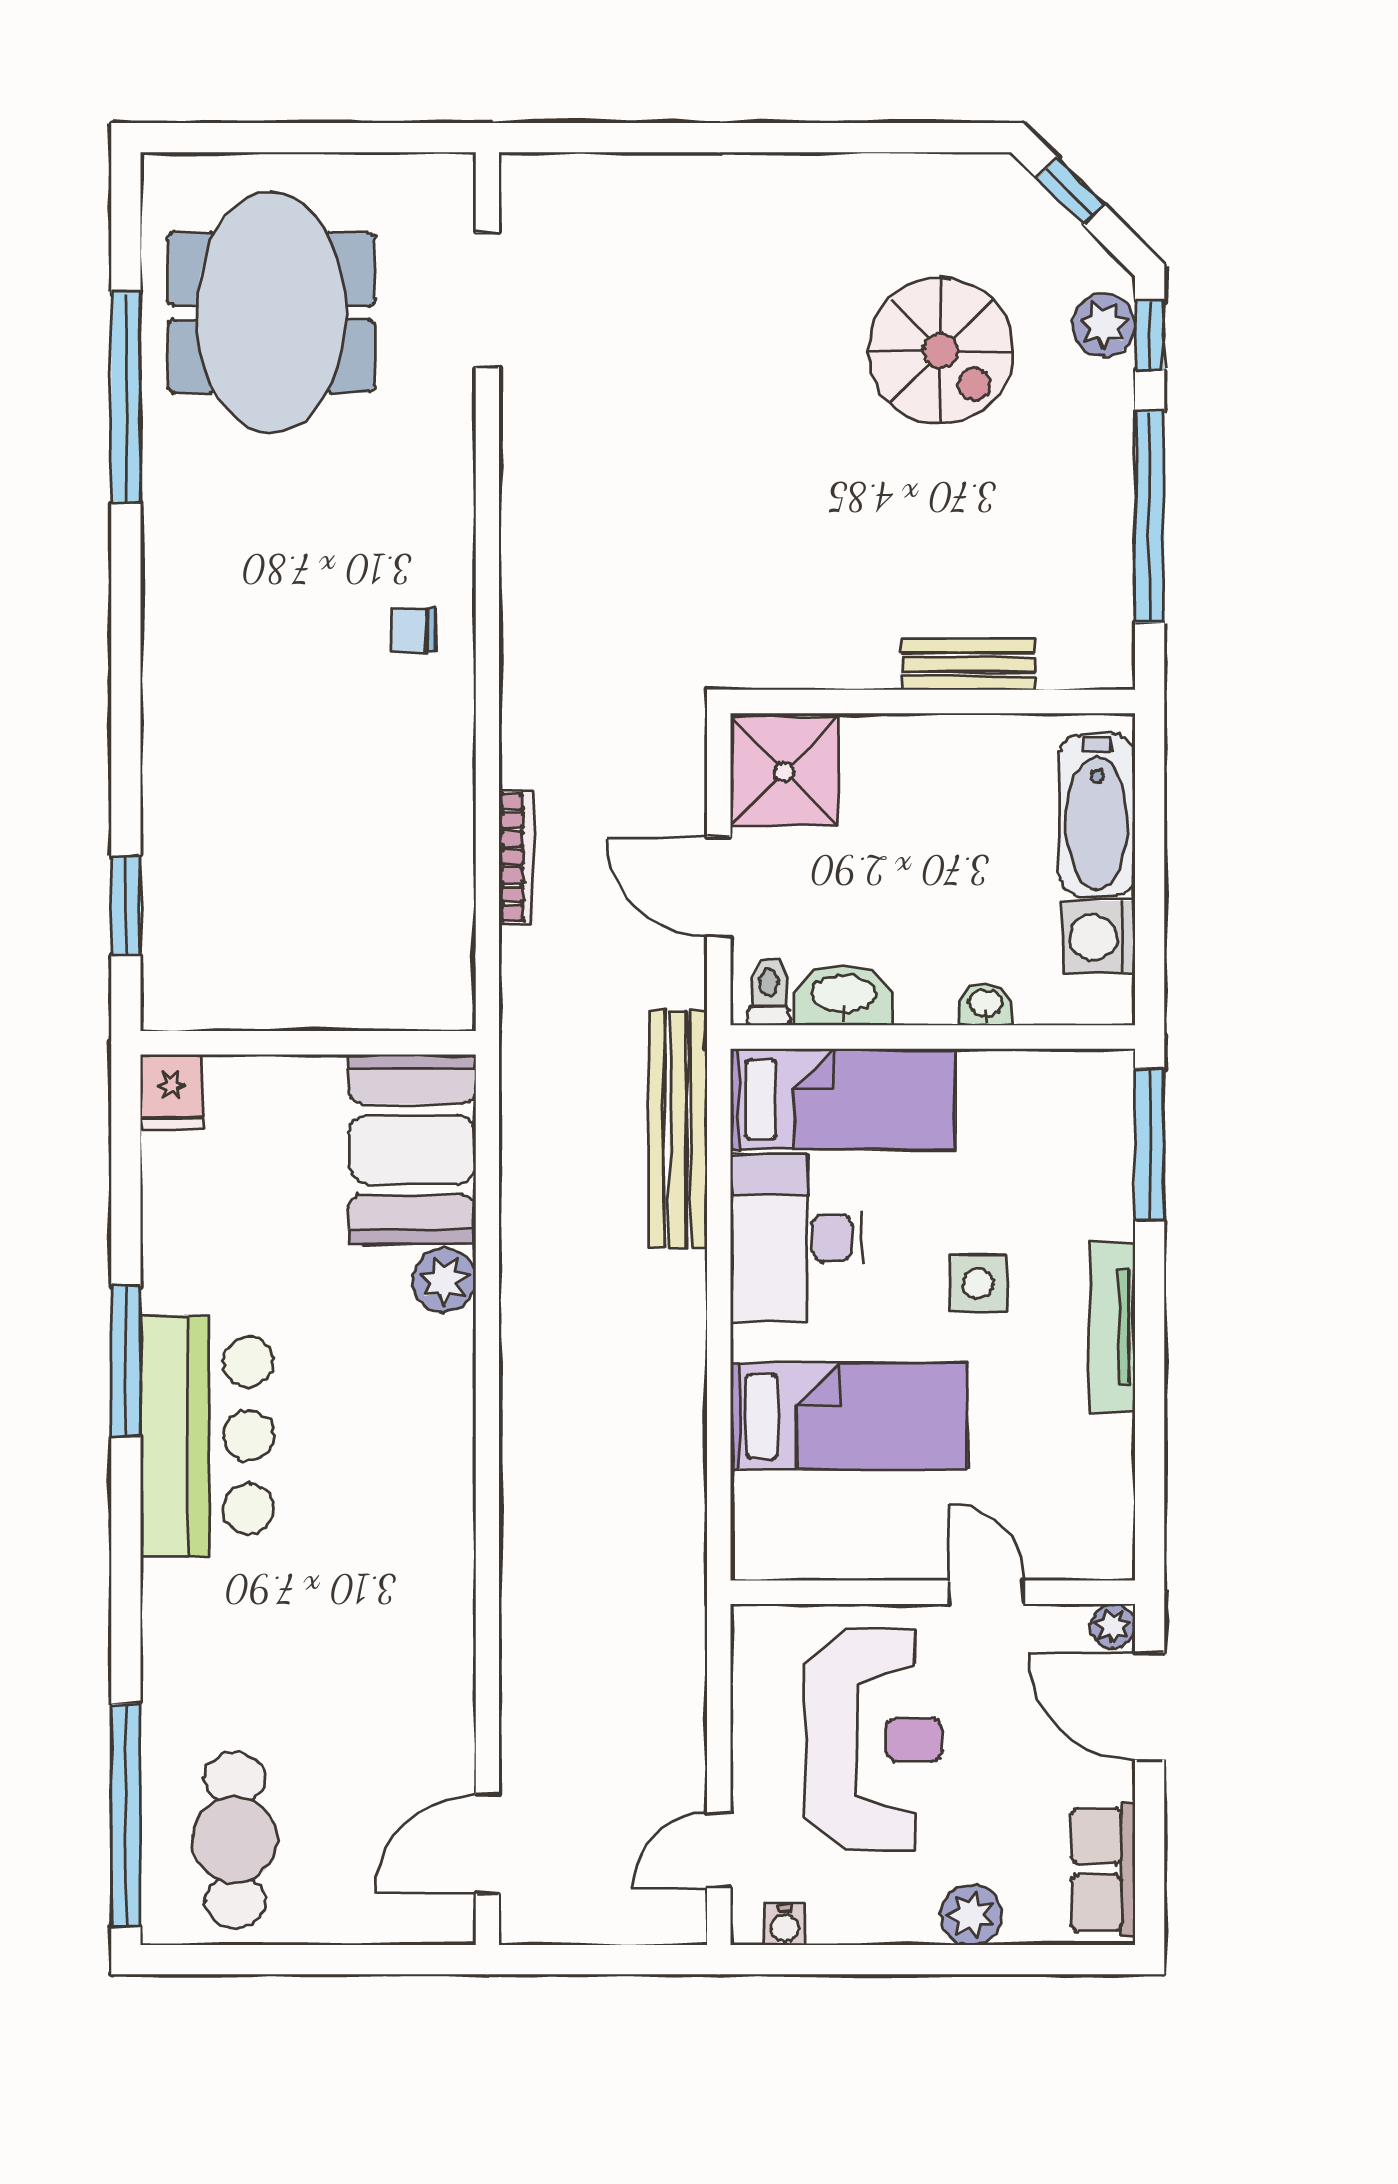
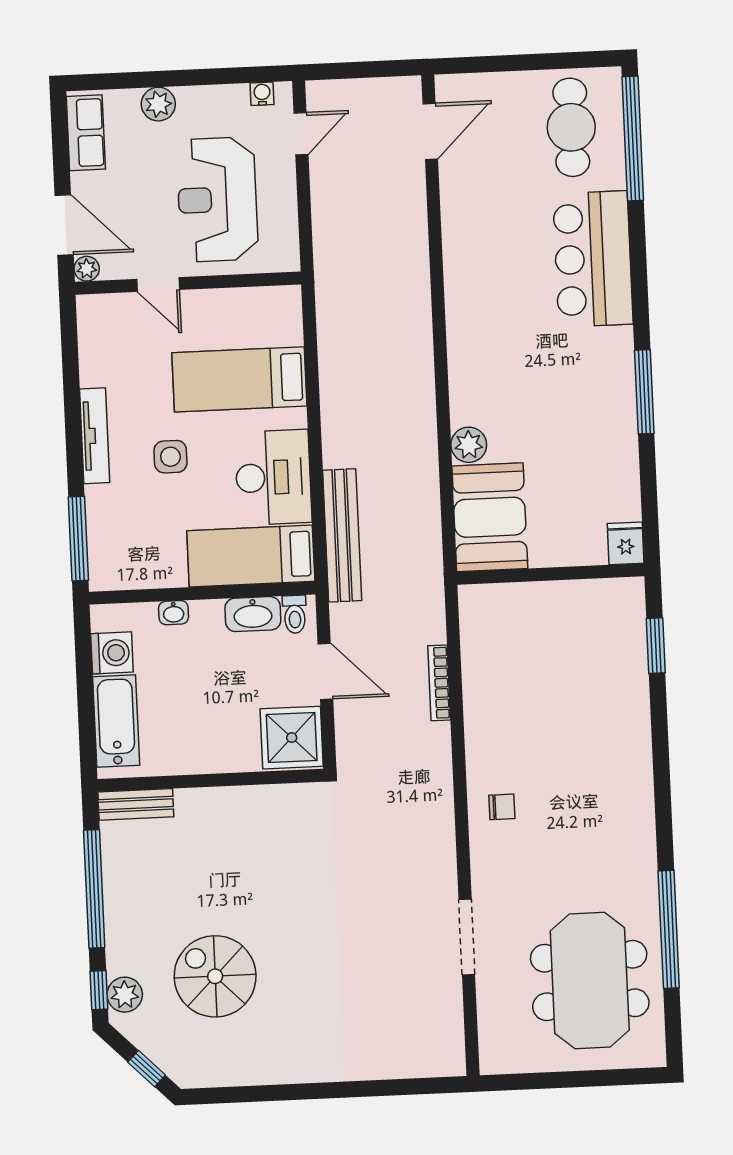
doorway: (487, 300) -> (467, 937), moved
bench: (968, 664) -> (136, 804), moved
bar counter: (207, 1435) -> (593, 259), moved

